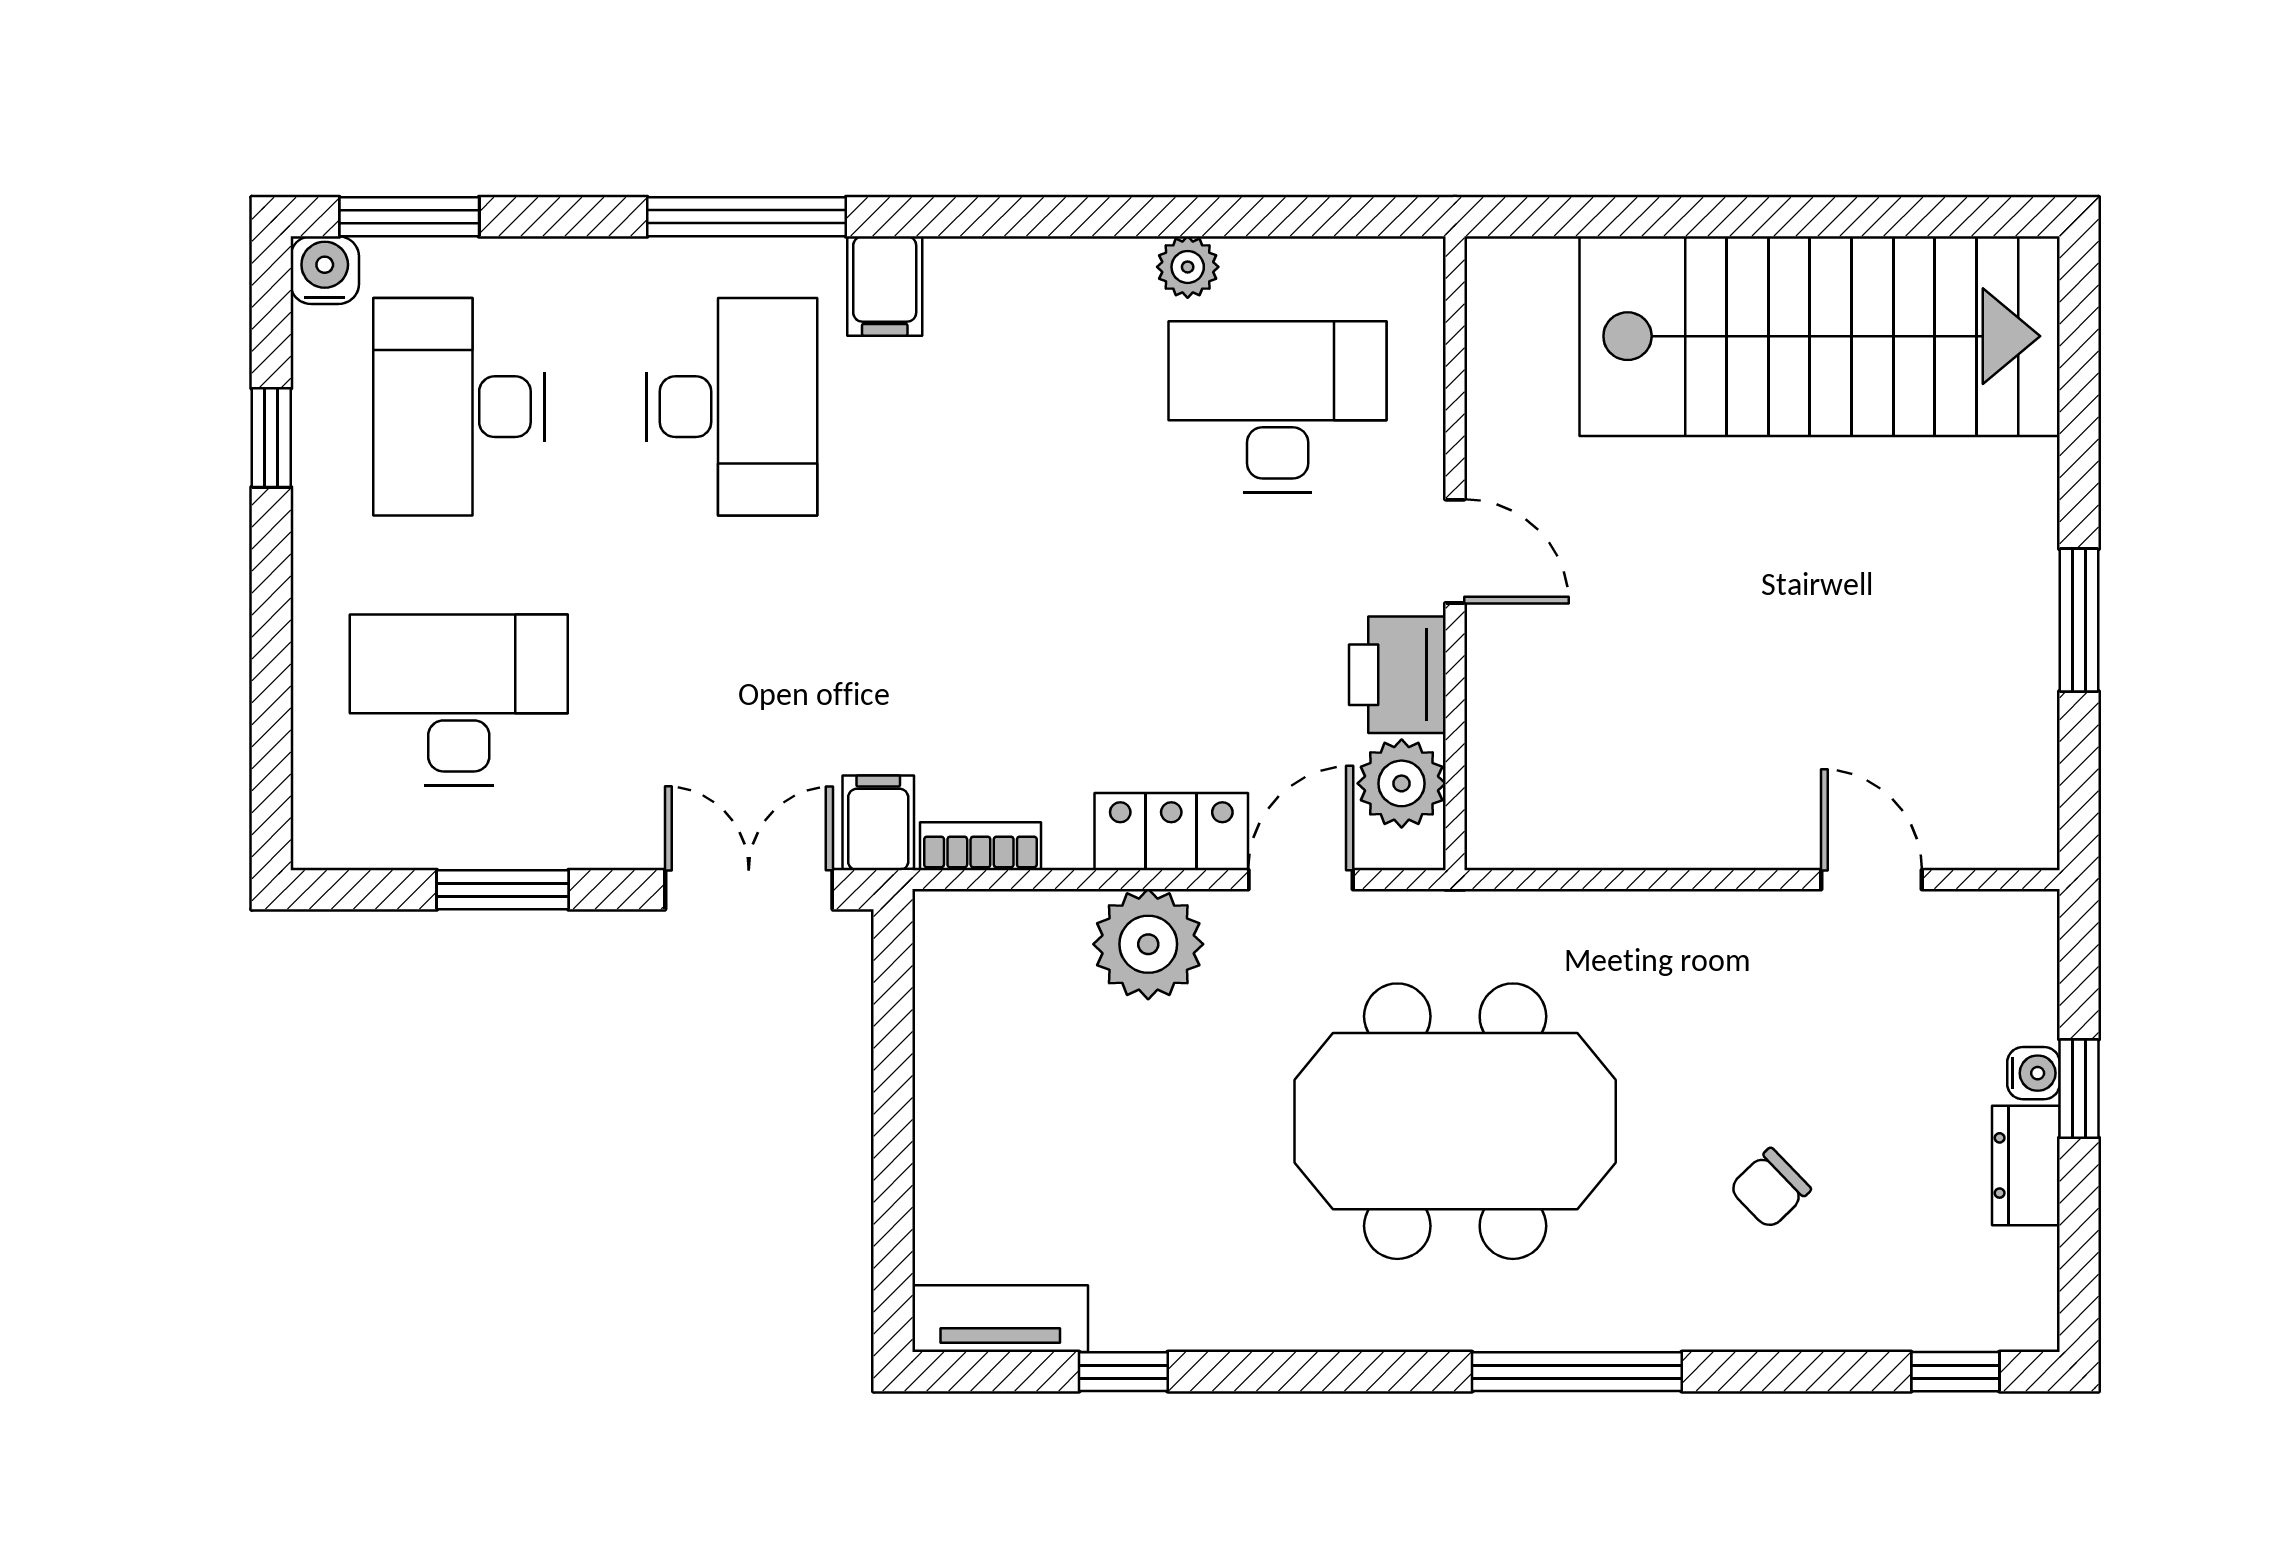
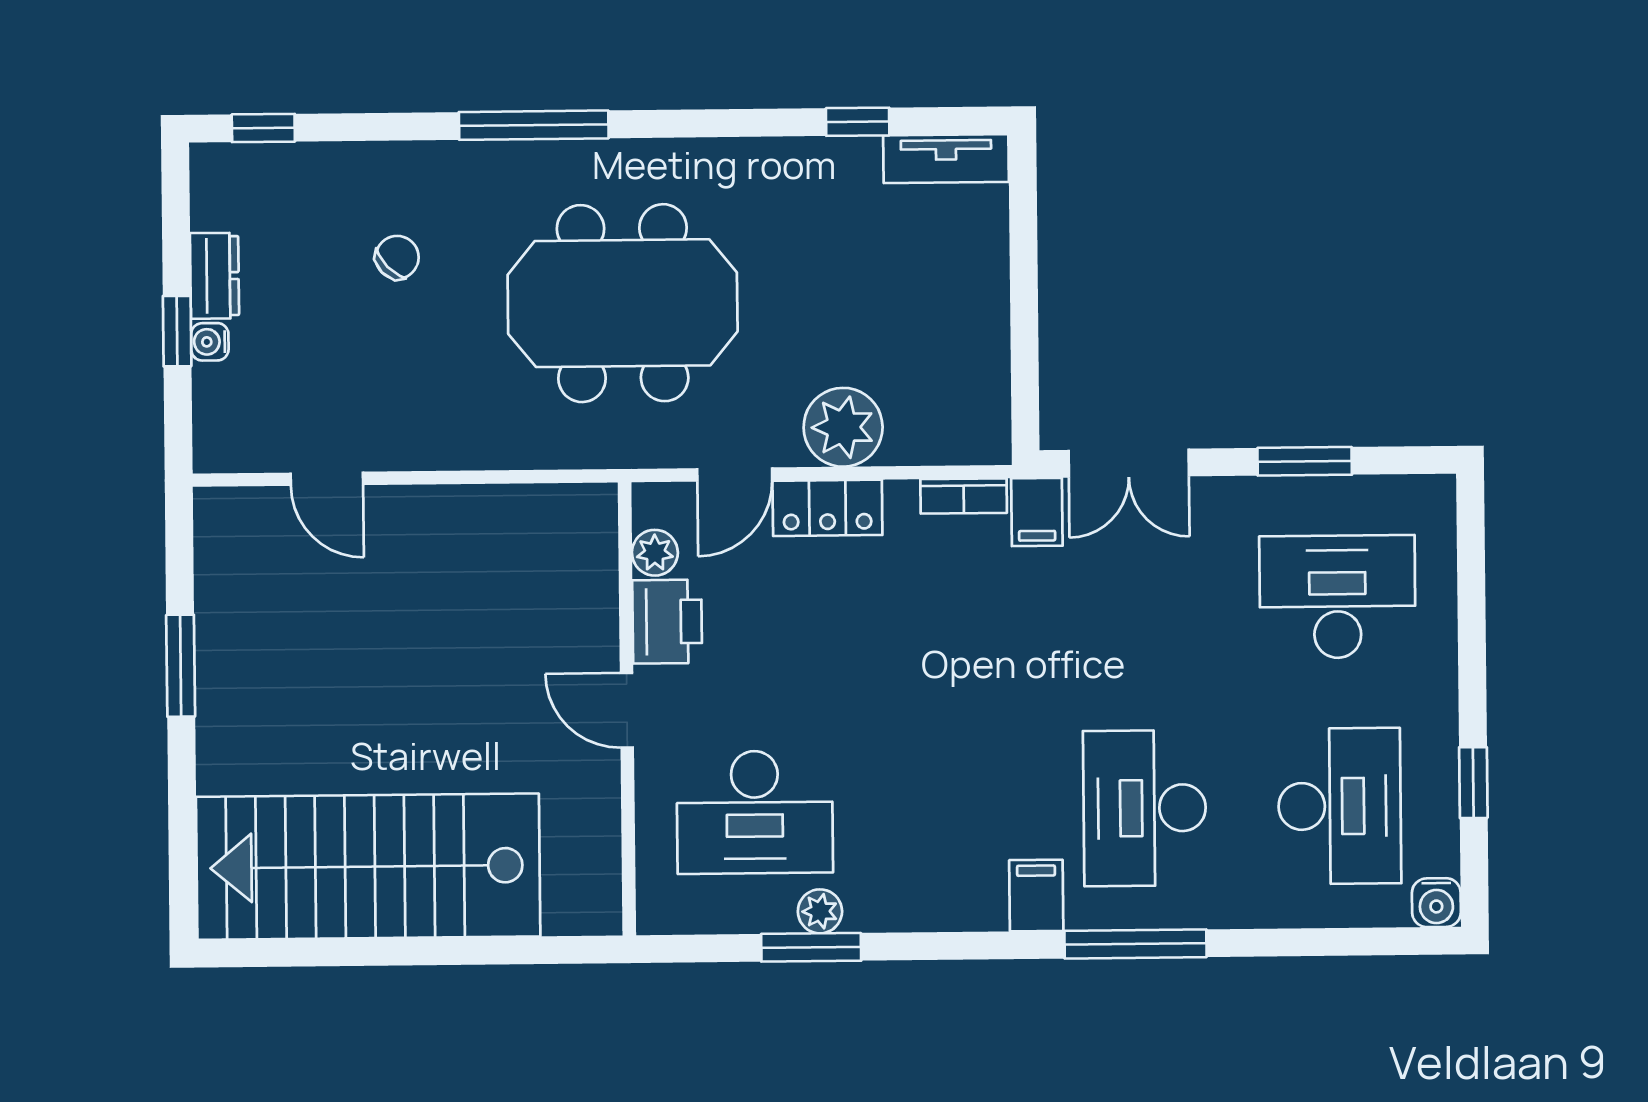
window: (409, 217) -> (811, 947), moved
desk: (459, 700) -> (1337, 597), turned 180
plant: (1402, 783) -> (655, 553), width x0.73, depth x0.73

